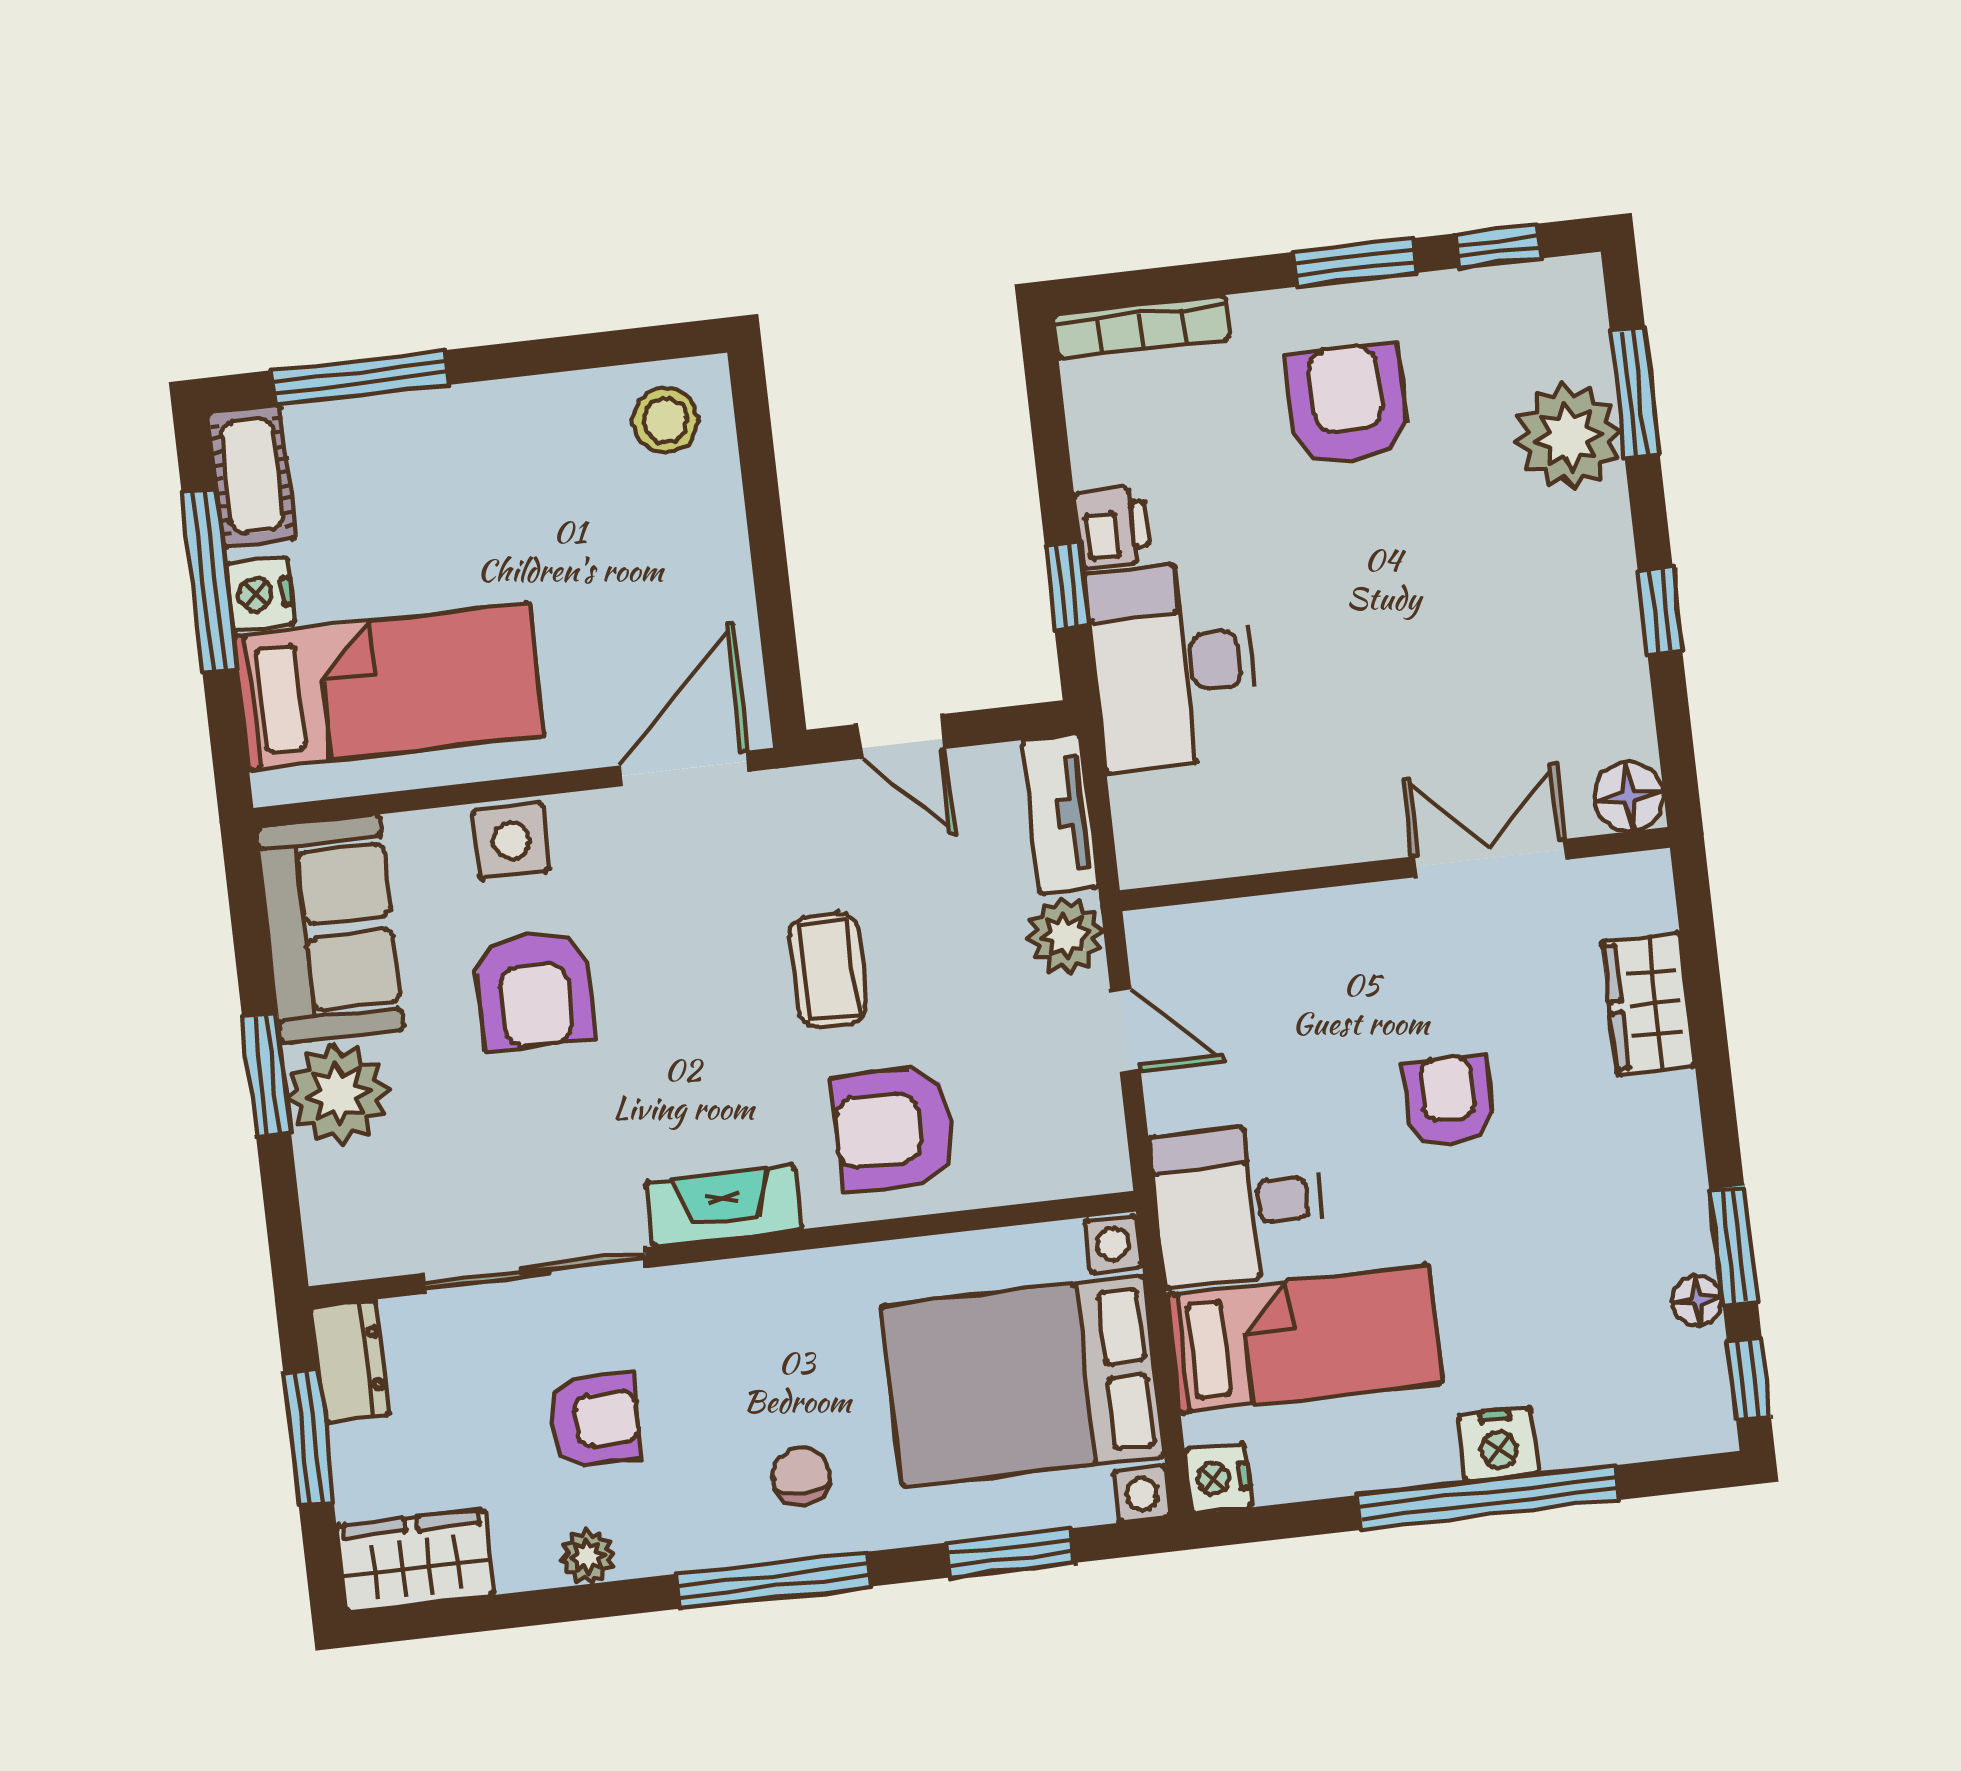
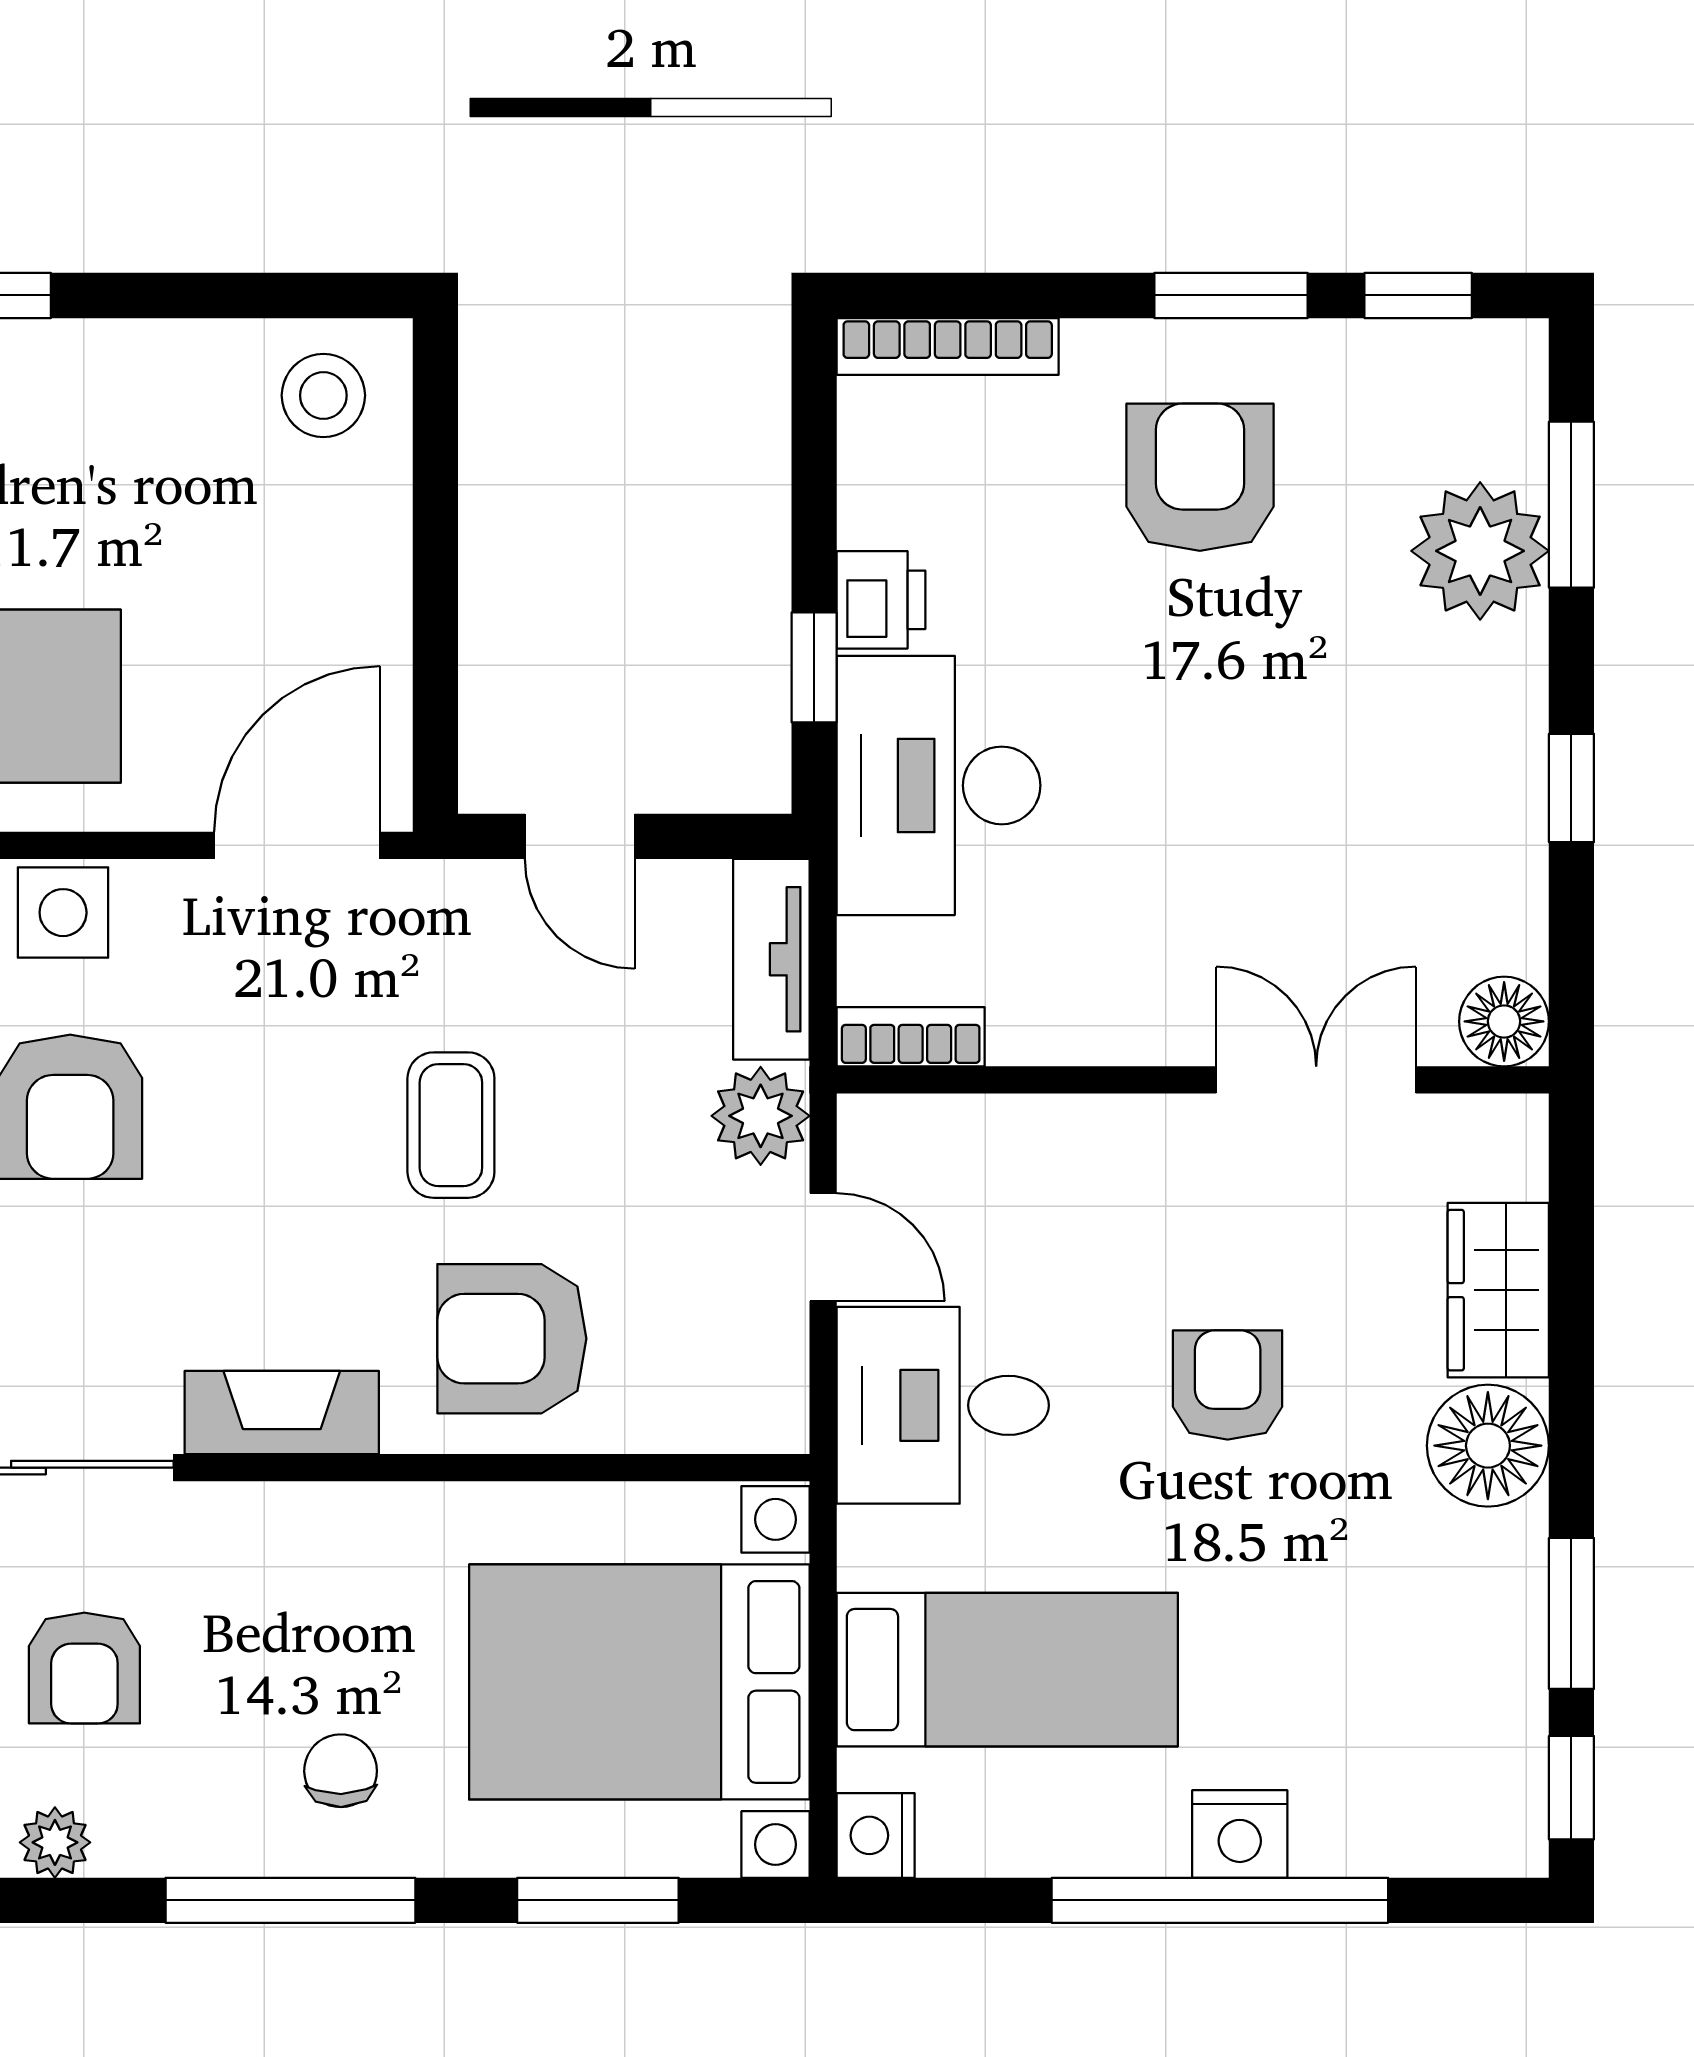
bookcase: (1174, 861) -> (911, 1037), added
desk: (1239, 1204) -> (943, 1405), moved
floor lamp: (1697, 1301) -> (1488, 1446), moved, width x1.89, depth x1.89
armchair: (595, 1420) -> (84, 1668), turned 90

